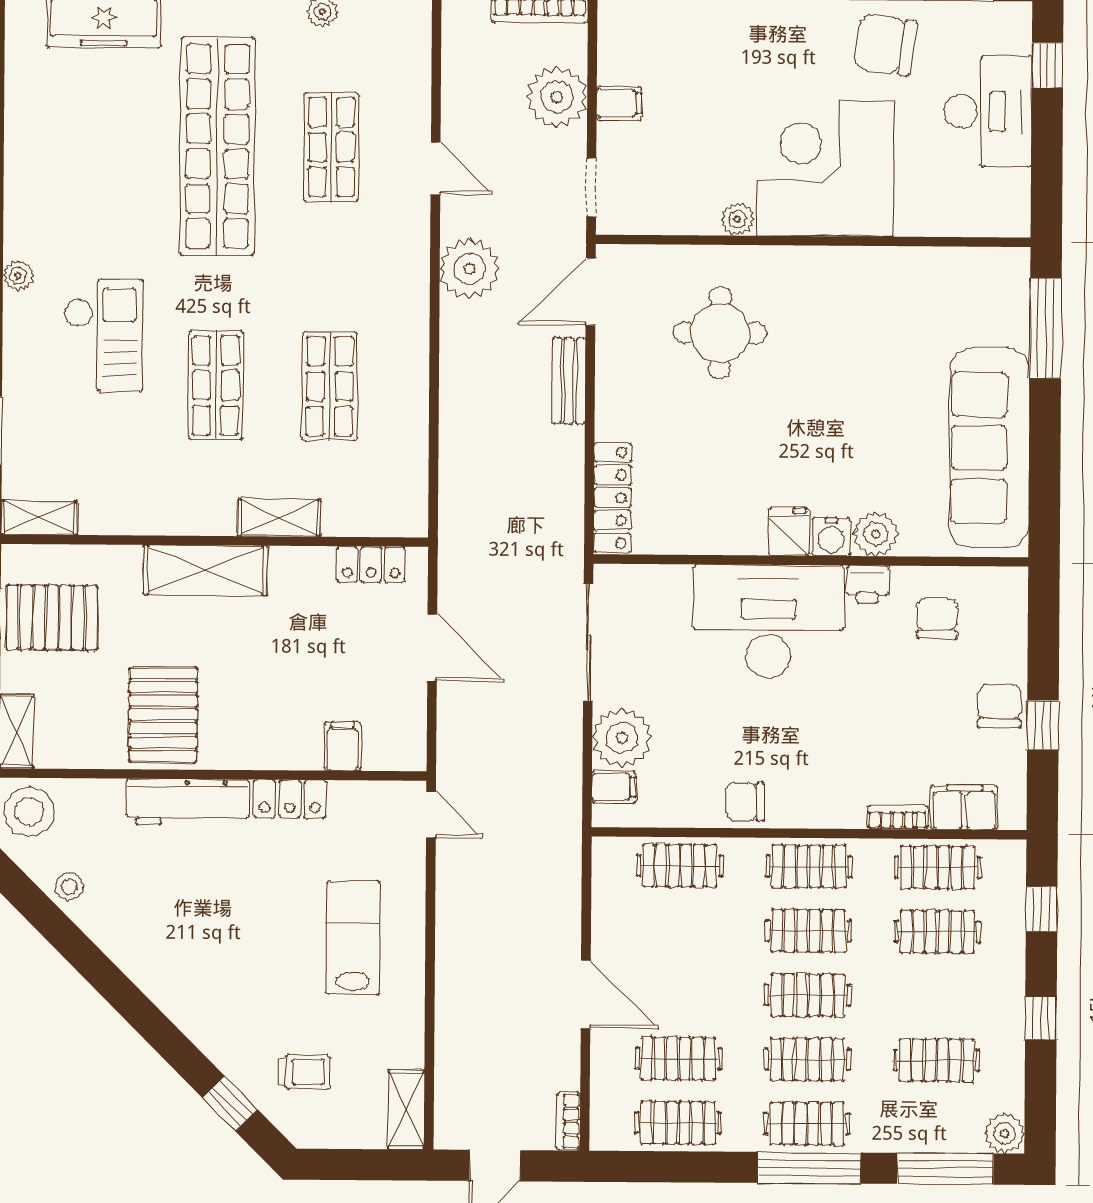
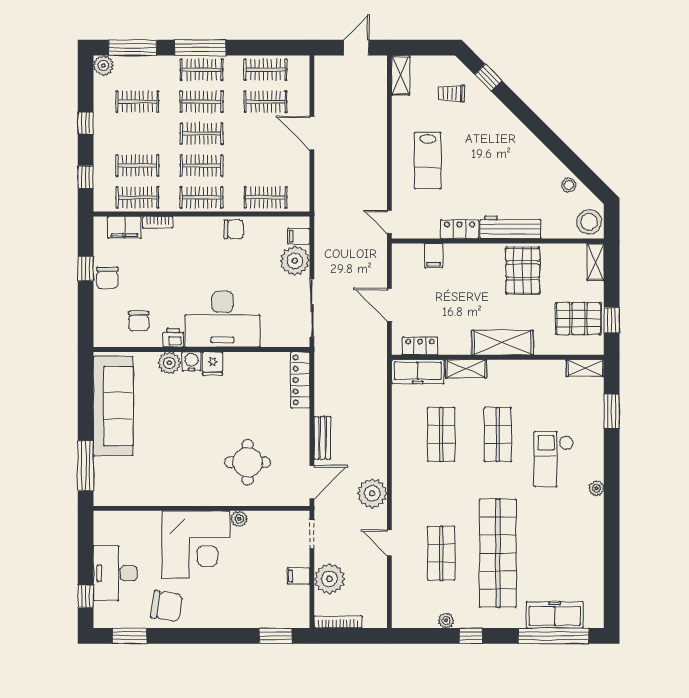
freezer: (376, 513) -> (418, 372), added
bookcase: (568, 1121) -> (320, 70), removed

